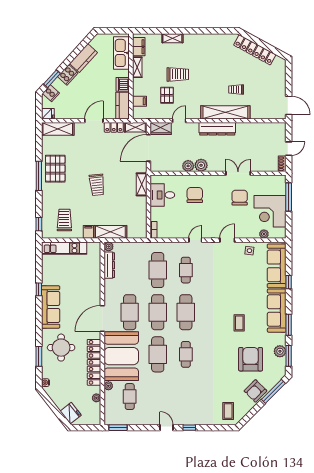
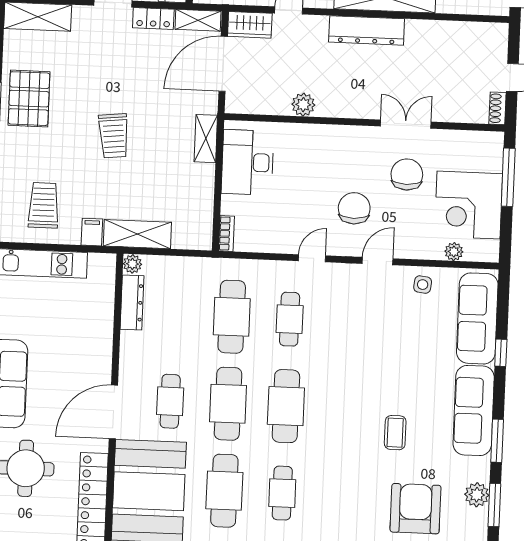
plant: (201, 165) -> (330, 104), removed
desk: (162, 195) -> (248, 162), width x1.37
chair: (195, 195) -> (354, 208), moved
cafe table: (130, 312) -> (170, 401), width x0.73, depth x0.74

